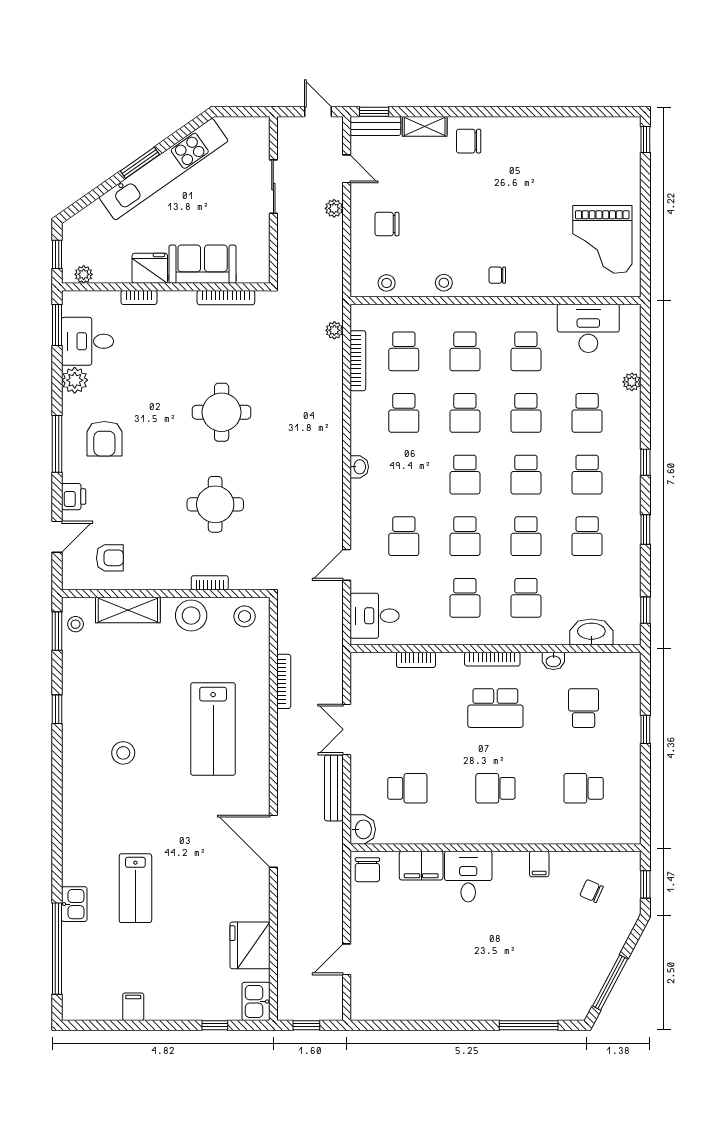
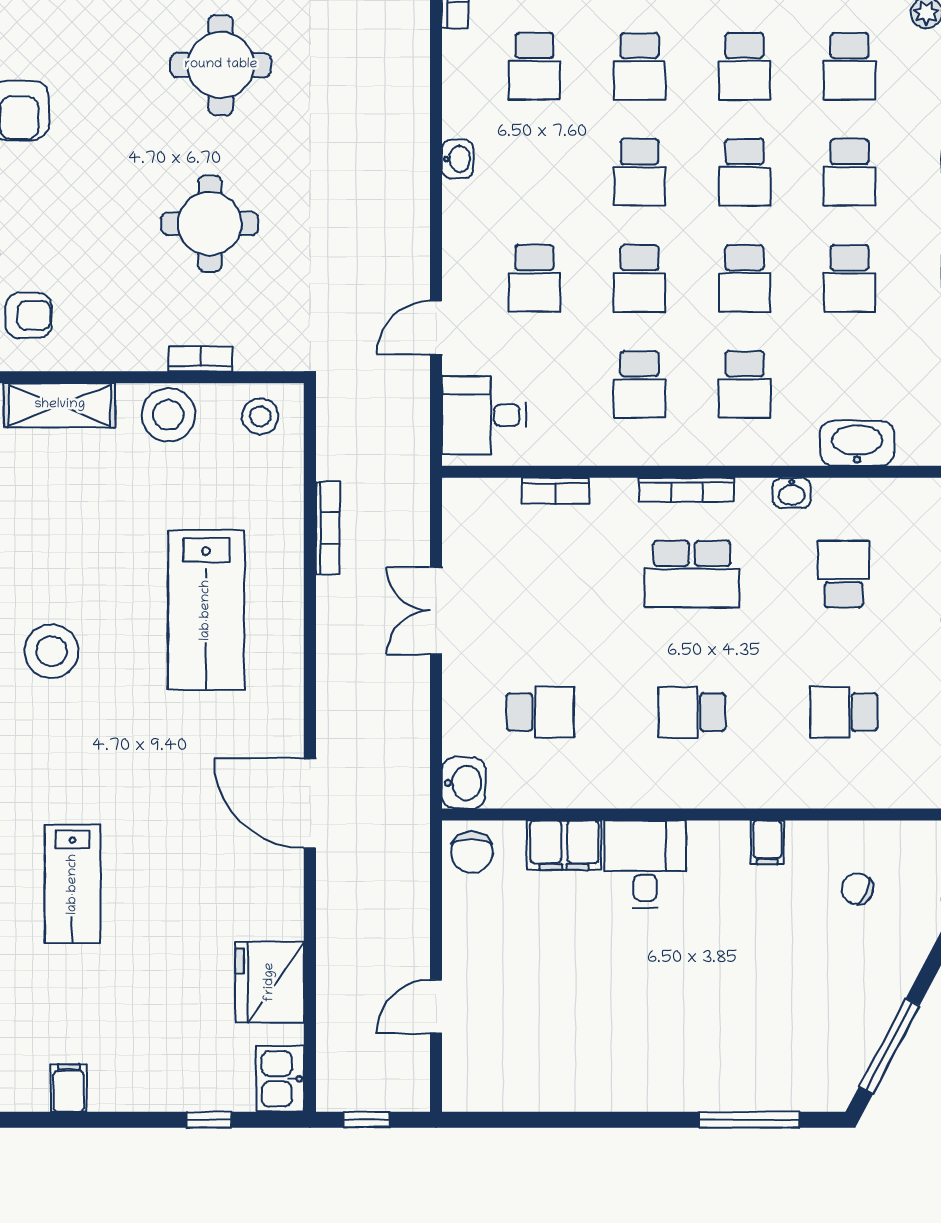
stool: (123, 753) -> (52, 651), width x1.38, depth x1.38
bench: (334, 788) -> (414, 712), removed

